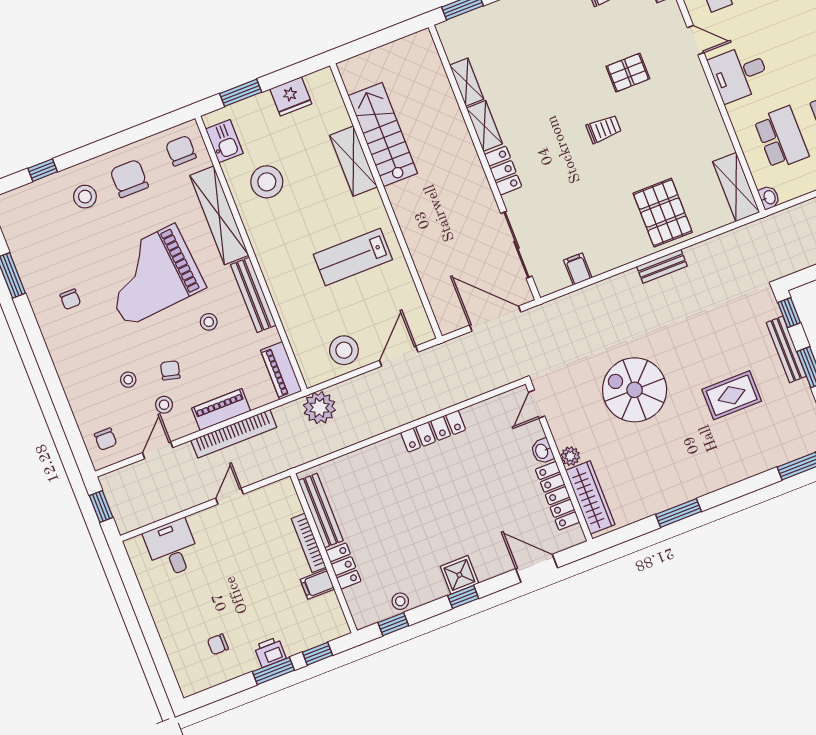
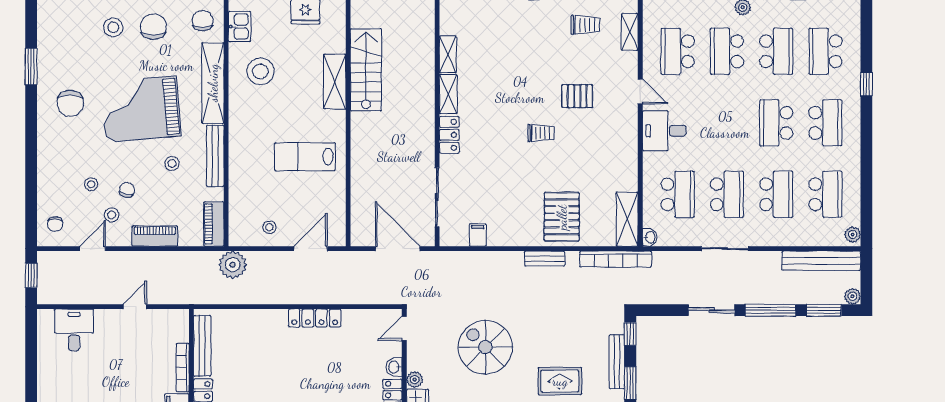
chair: (70, 299) -> (70, 103), width x1.87, depth x1.87
stool: (344, 350) -> (269, 227), width x0.53, depth x0.53
bookcase: (234, 434) -> (616, 259), moved

